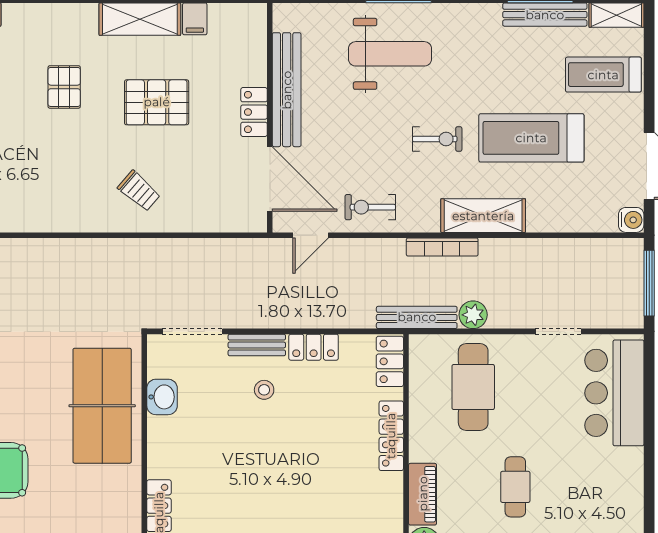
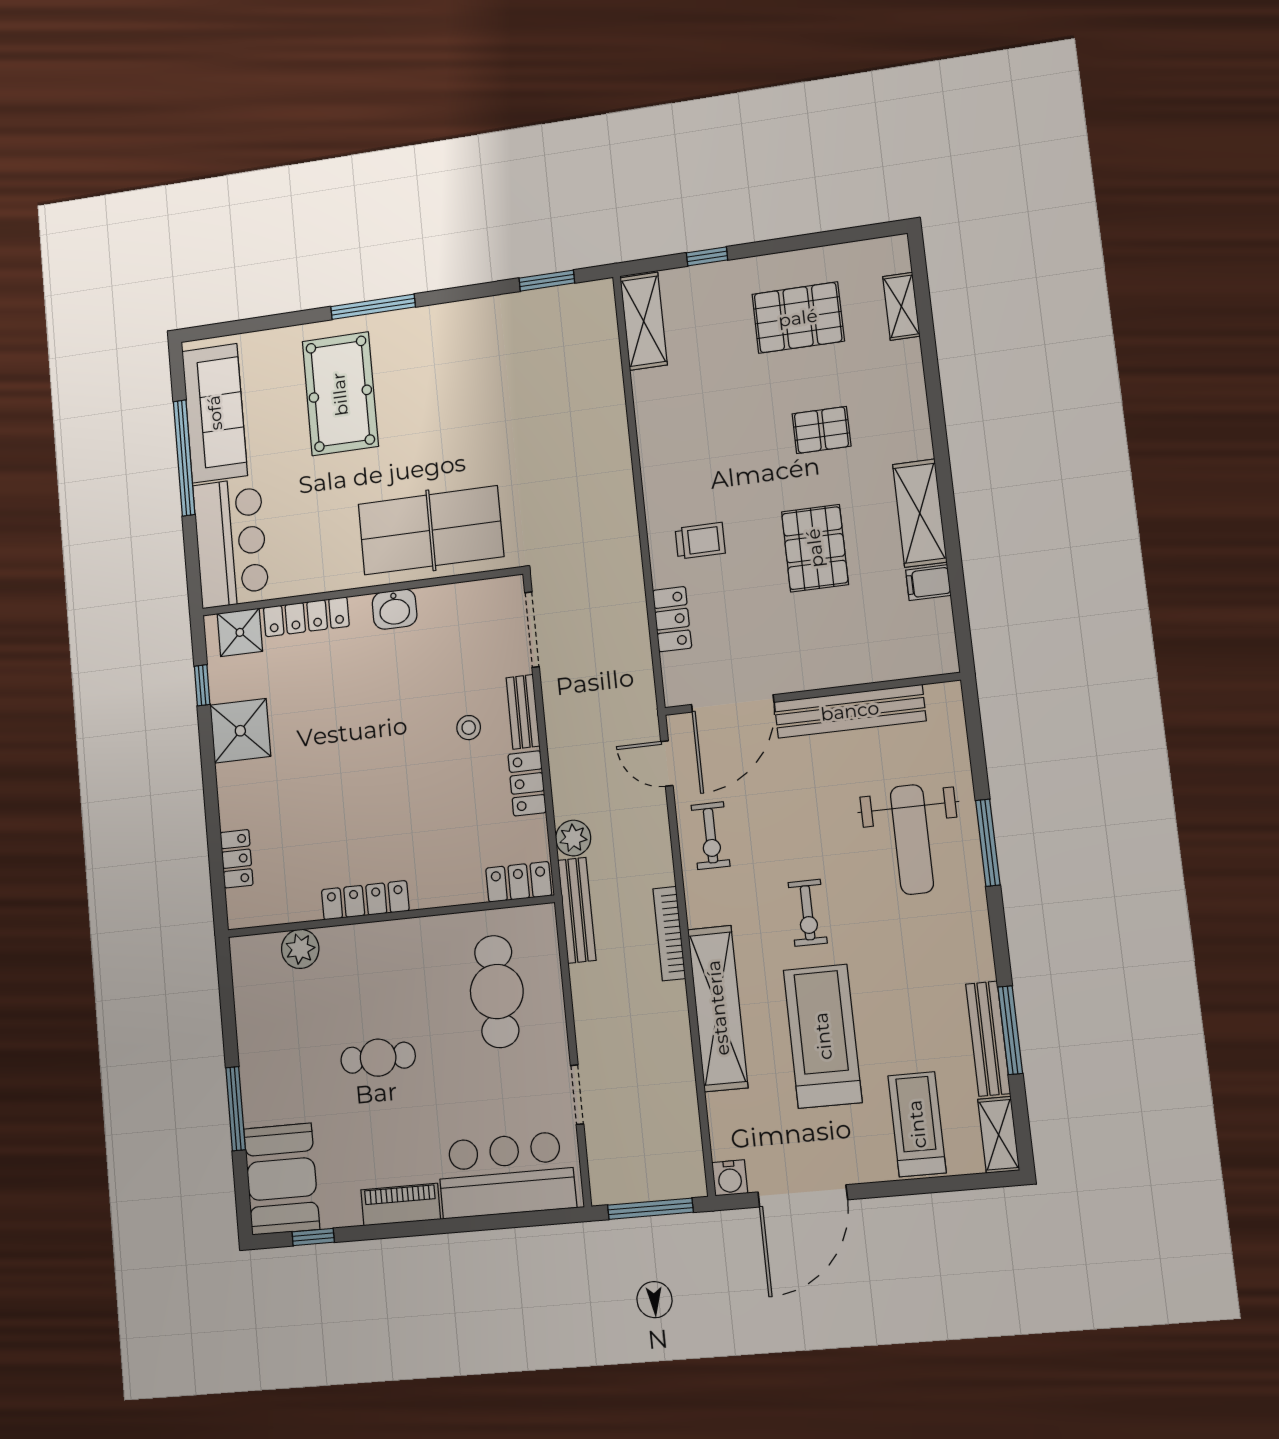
locker: (254, 112) -> (672, 619), moved, turned 90
trolley: (139, 191) -> (700, 541), turned -131
exercise bike: (370, 207) -> (711, 836), turned 180
shelving: (483, 216) -> (718, 1008), width x1.47
plant: (473, 315) -> (573, 838), moved
cafe table: (473, 387) -> (497, 992), turned 90
washbasin: (162, 397) -> (395, 609), moved
locker: (391, 436) -> (365, 900), moved
piano: (423, 494) -> (401, 1205), moved, turned 180

